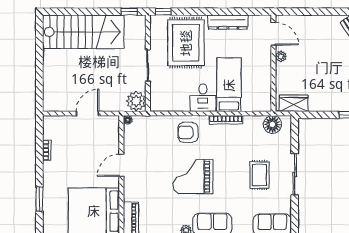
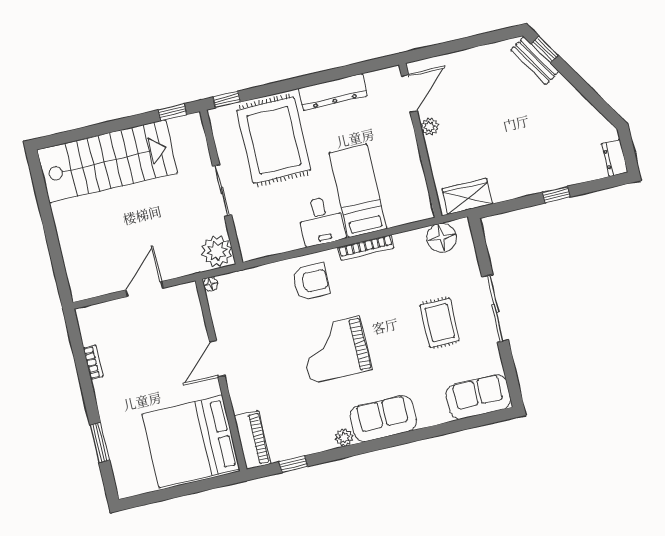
door: (273, 34) -> (409, 93), hinge flipped
armchair: (188, 132) -> (311, 282), turned 180

